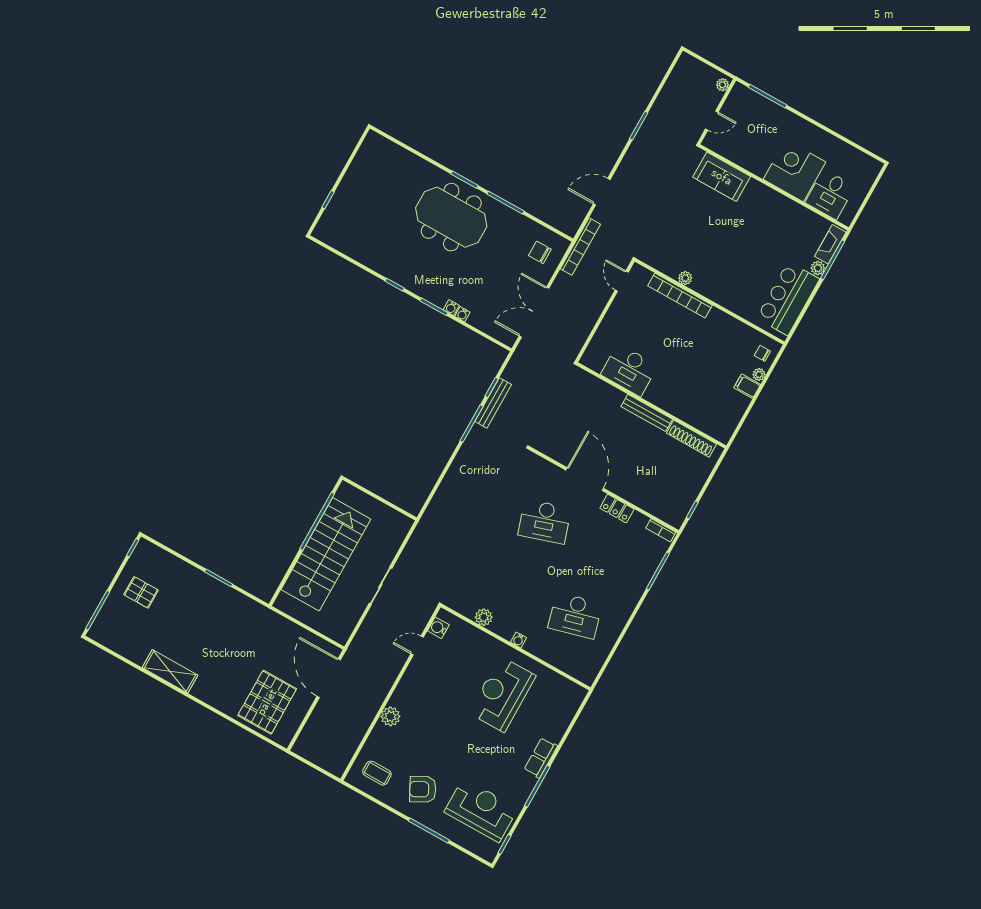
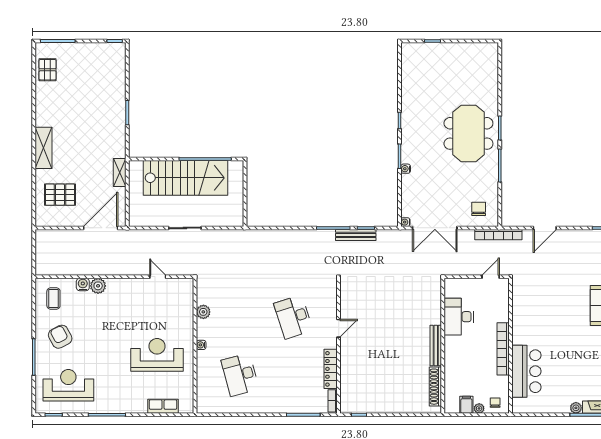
door: (602, 192) -> (545, 228), swing flipped
plant: (685, 278) -> (517, 320), removed
bookcase: (680, 295) -> (503, 349), moved
bar counter: (788, 299) -> (526, 371), moved, turned 90
double door: (534, 312) -> (435, 228), swing flipped
water cooler: (462, 314) -> (405, 222), moved
desk: (629, 370) -> (459, 317), moved
wall: (651, 405) -> (443, 346), moved
bench: (647, 413) -> (436, 345), moved
shoe rack: (691, 439) -> (435, 387), moved
door: (585, 479) -> (339, 328), width x0.53
locker: (617, 509) -> (331, 369), width x1.53
pallet: (141, 592) -> (48, 70), moved
shelving: (280, 623) -> (120, 173), added
water cooler: (438, 628) -> (83, 285), moved
shelving: (170, 671) -> (44, 148), moved
pallet: (267, 702) -> (60, 195), width x0.73, depth x0.71
row of seats: (541, 758) -> (163, 406), moved
reception desk: (481, 810) -> (68, 385), turned -90

